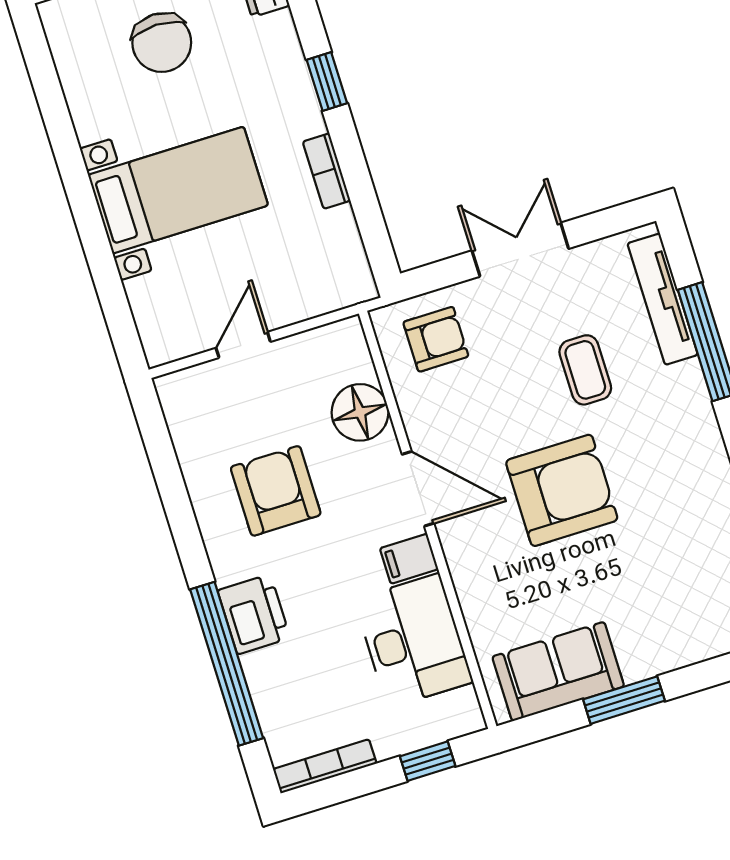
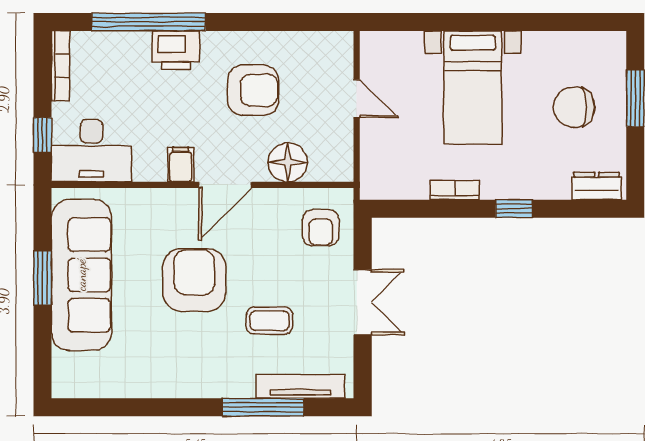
armchair: (562, 490) -> (194, 280), turned 180
desk: (414, 641) -> (91, 151), moved
sofa: (558, 671) -> (81, 275), width x1.85, depth x1.27

